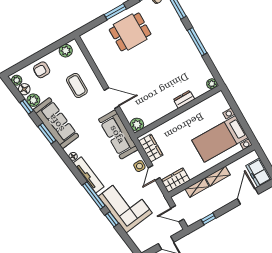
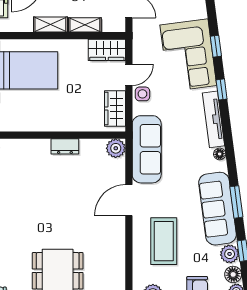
coffee table: (77, 85) -> (164, 241), width x1.36, depth x1.32
door: (112, 98) -> (129, 200), hinge flipped
dresser: (184, 99) -> (65, 146), moved
window: (94, 195) -> (222, 89), width x0.46

